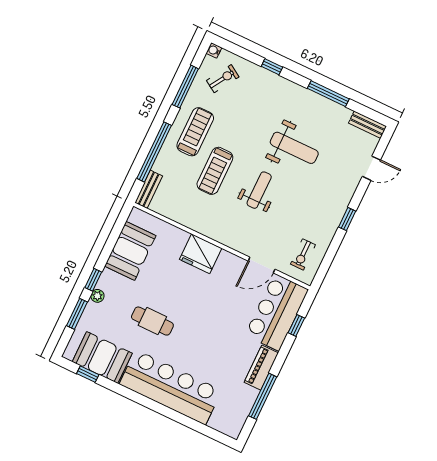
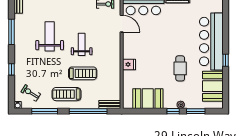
weight bench: (259, 190) -> (82, 44), turned 90
fridge: (201, 254) -> (129, 64), width x0.53, depth x0.75
window: (88, 374) -> (226, 60), moved

